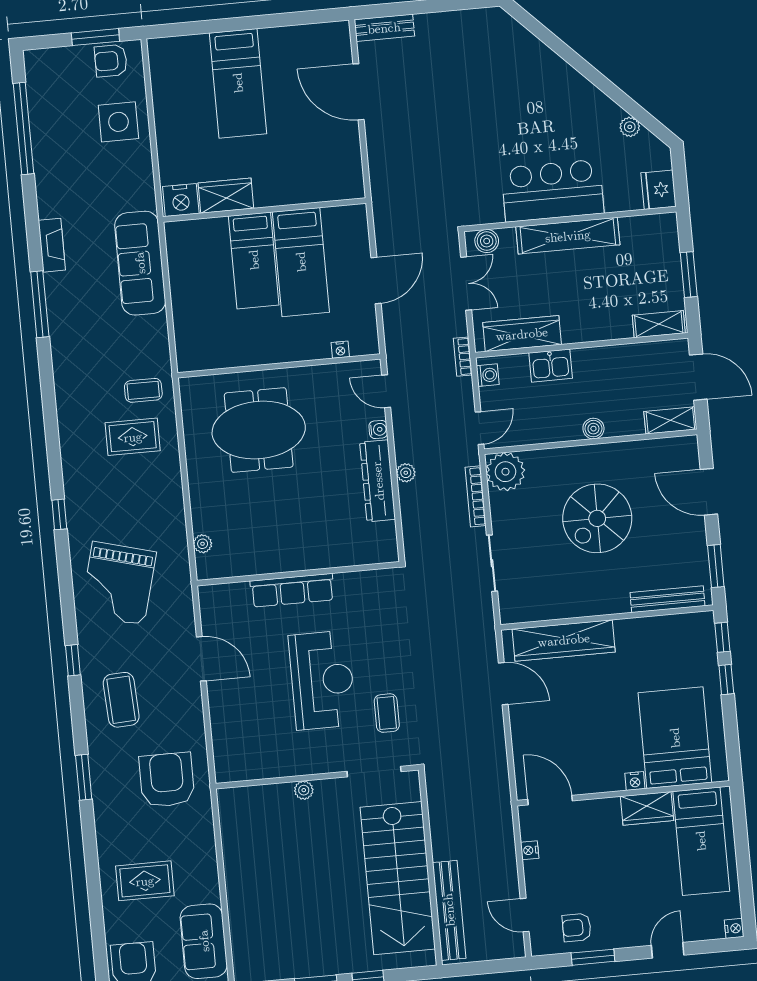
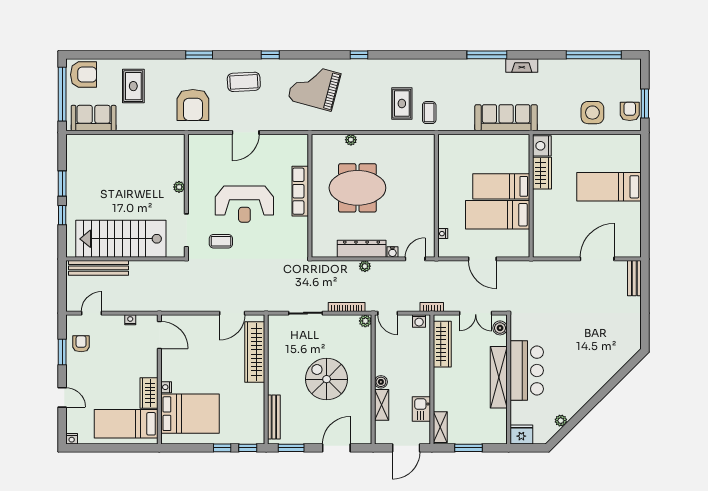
kitchen sink: (551, 366) -> (421, 409), moved
shelving: (670, 420) -> (382, 405), moved
meeting table: (259, 430) -> (357, 188), moved, turned 90
plant: (505, 472) -> (365, 321), width x0.53, depth x0.53
plant: (203, 544) -> (351, 140), moved
door: (201, 659) -> (246, 132), moved
armchair: (167, 780) -> (193, 105), turned 90
door: (550, 800) -> (159, 335), hinge flipped

